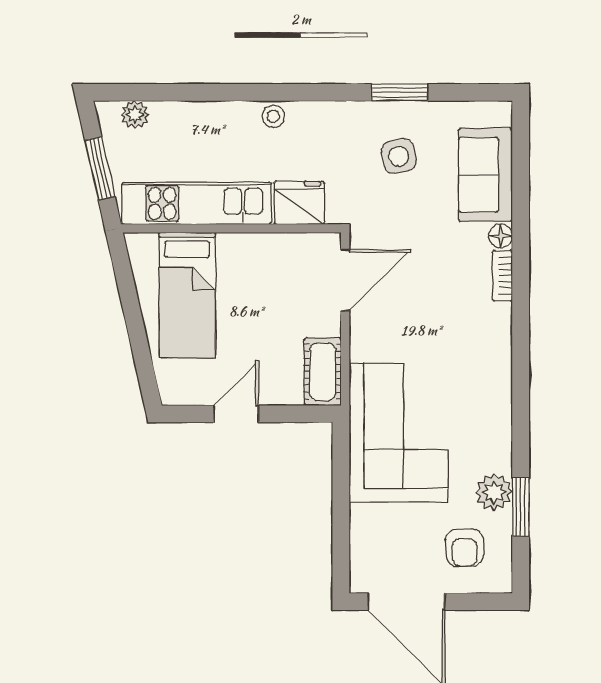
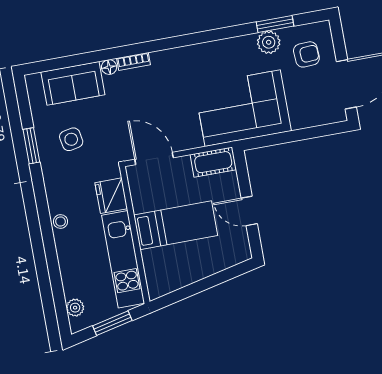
bed: (187, 295) -> (176, 225), moved

